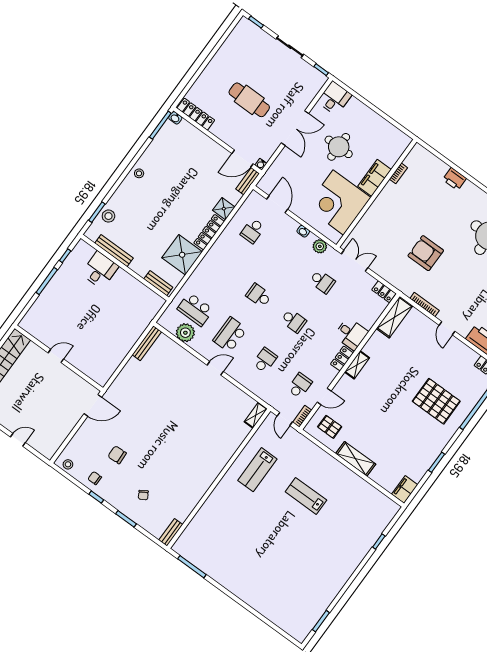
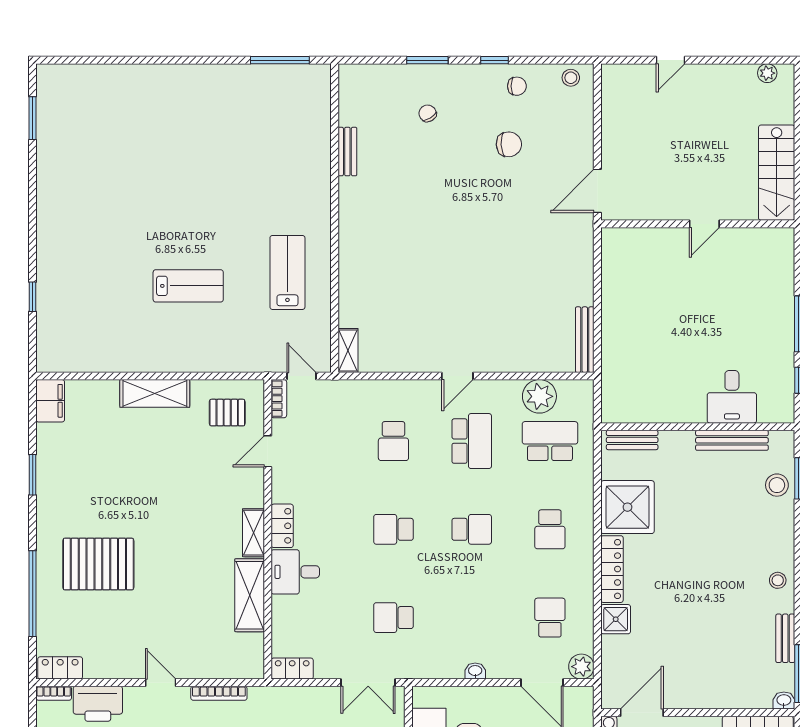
bench: (248, 181) -> (785, 638), moved
plant: (320, 246) -> (581, 667), moved
shelving: (394, 317) -> (250, 595), moved
school desk: (300, 386) -> (550, 529), moved
bench: (171, 532) -> (347, 152), moved

